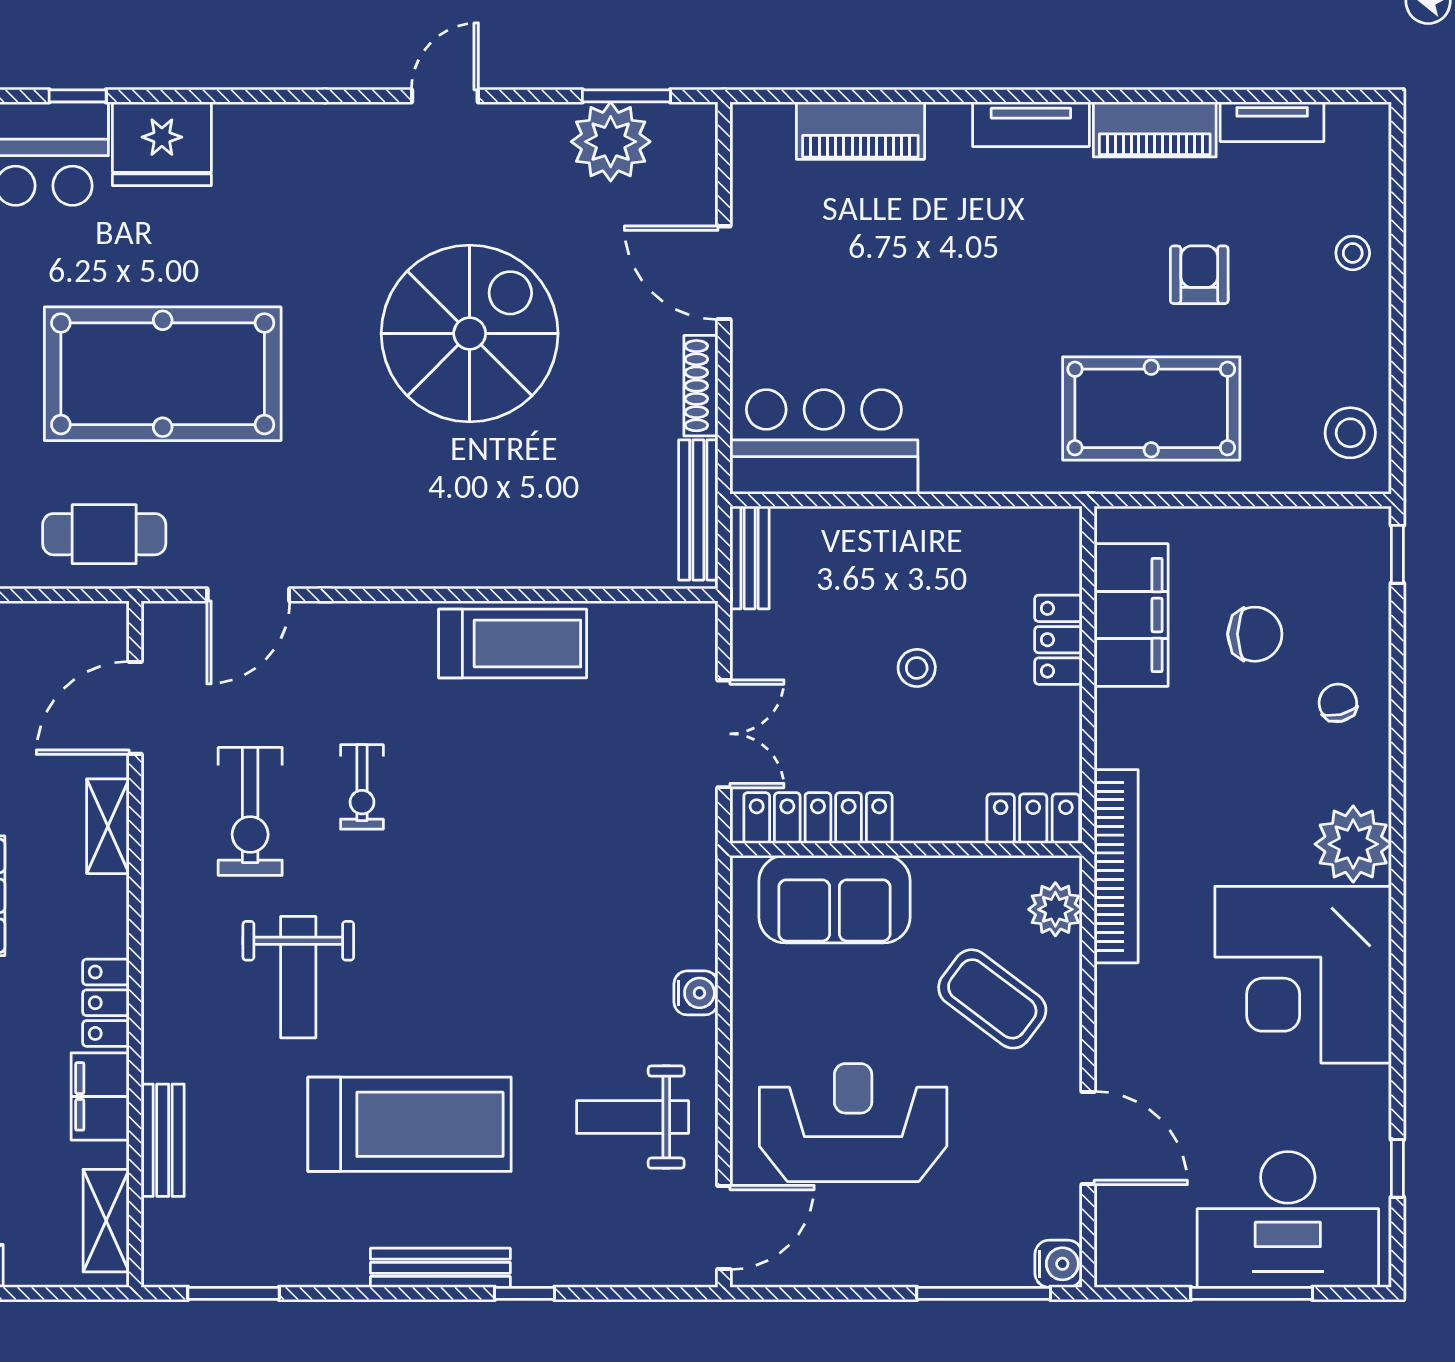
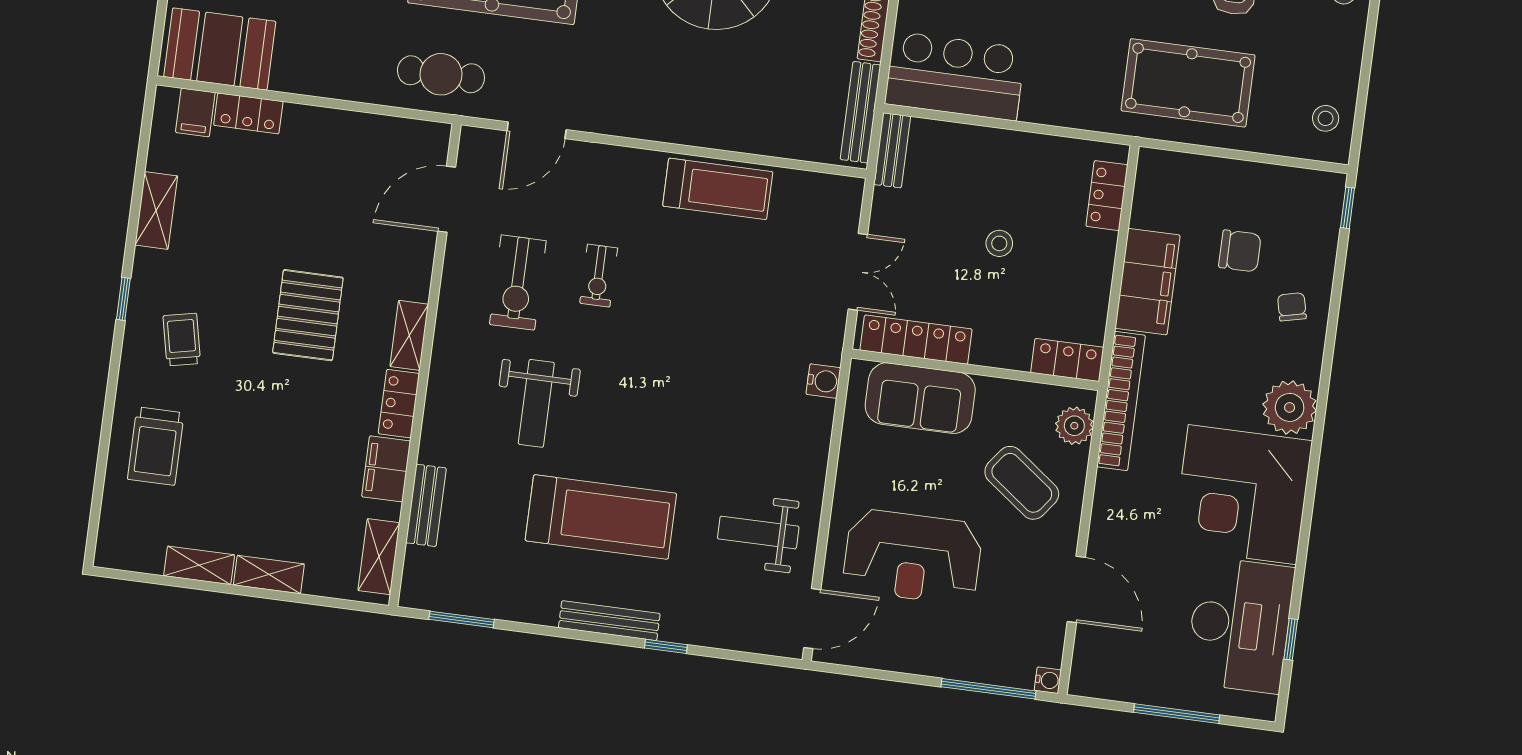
stool: (1350, 433) -> (1326, 118), width x0.73, depth x0.73
filing cabinet: (1131, 615) -> (1147, 282), moved
locker: (1058, 640) -> (1107, 196), moved
shelving: (108, 826) -> (409, 335), moved
water cooler: (696, 993) -> (823, 381), moved
reception desk: (853, 1123) -> (913, 557), turned 180
desk: (1288, 1220) -> (1240, 625), moved, turned -90
water cooler: (1059, 1264) -> (1048, 680), width x0.72, depth x0.72

